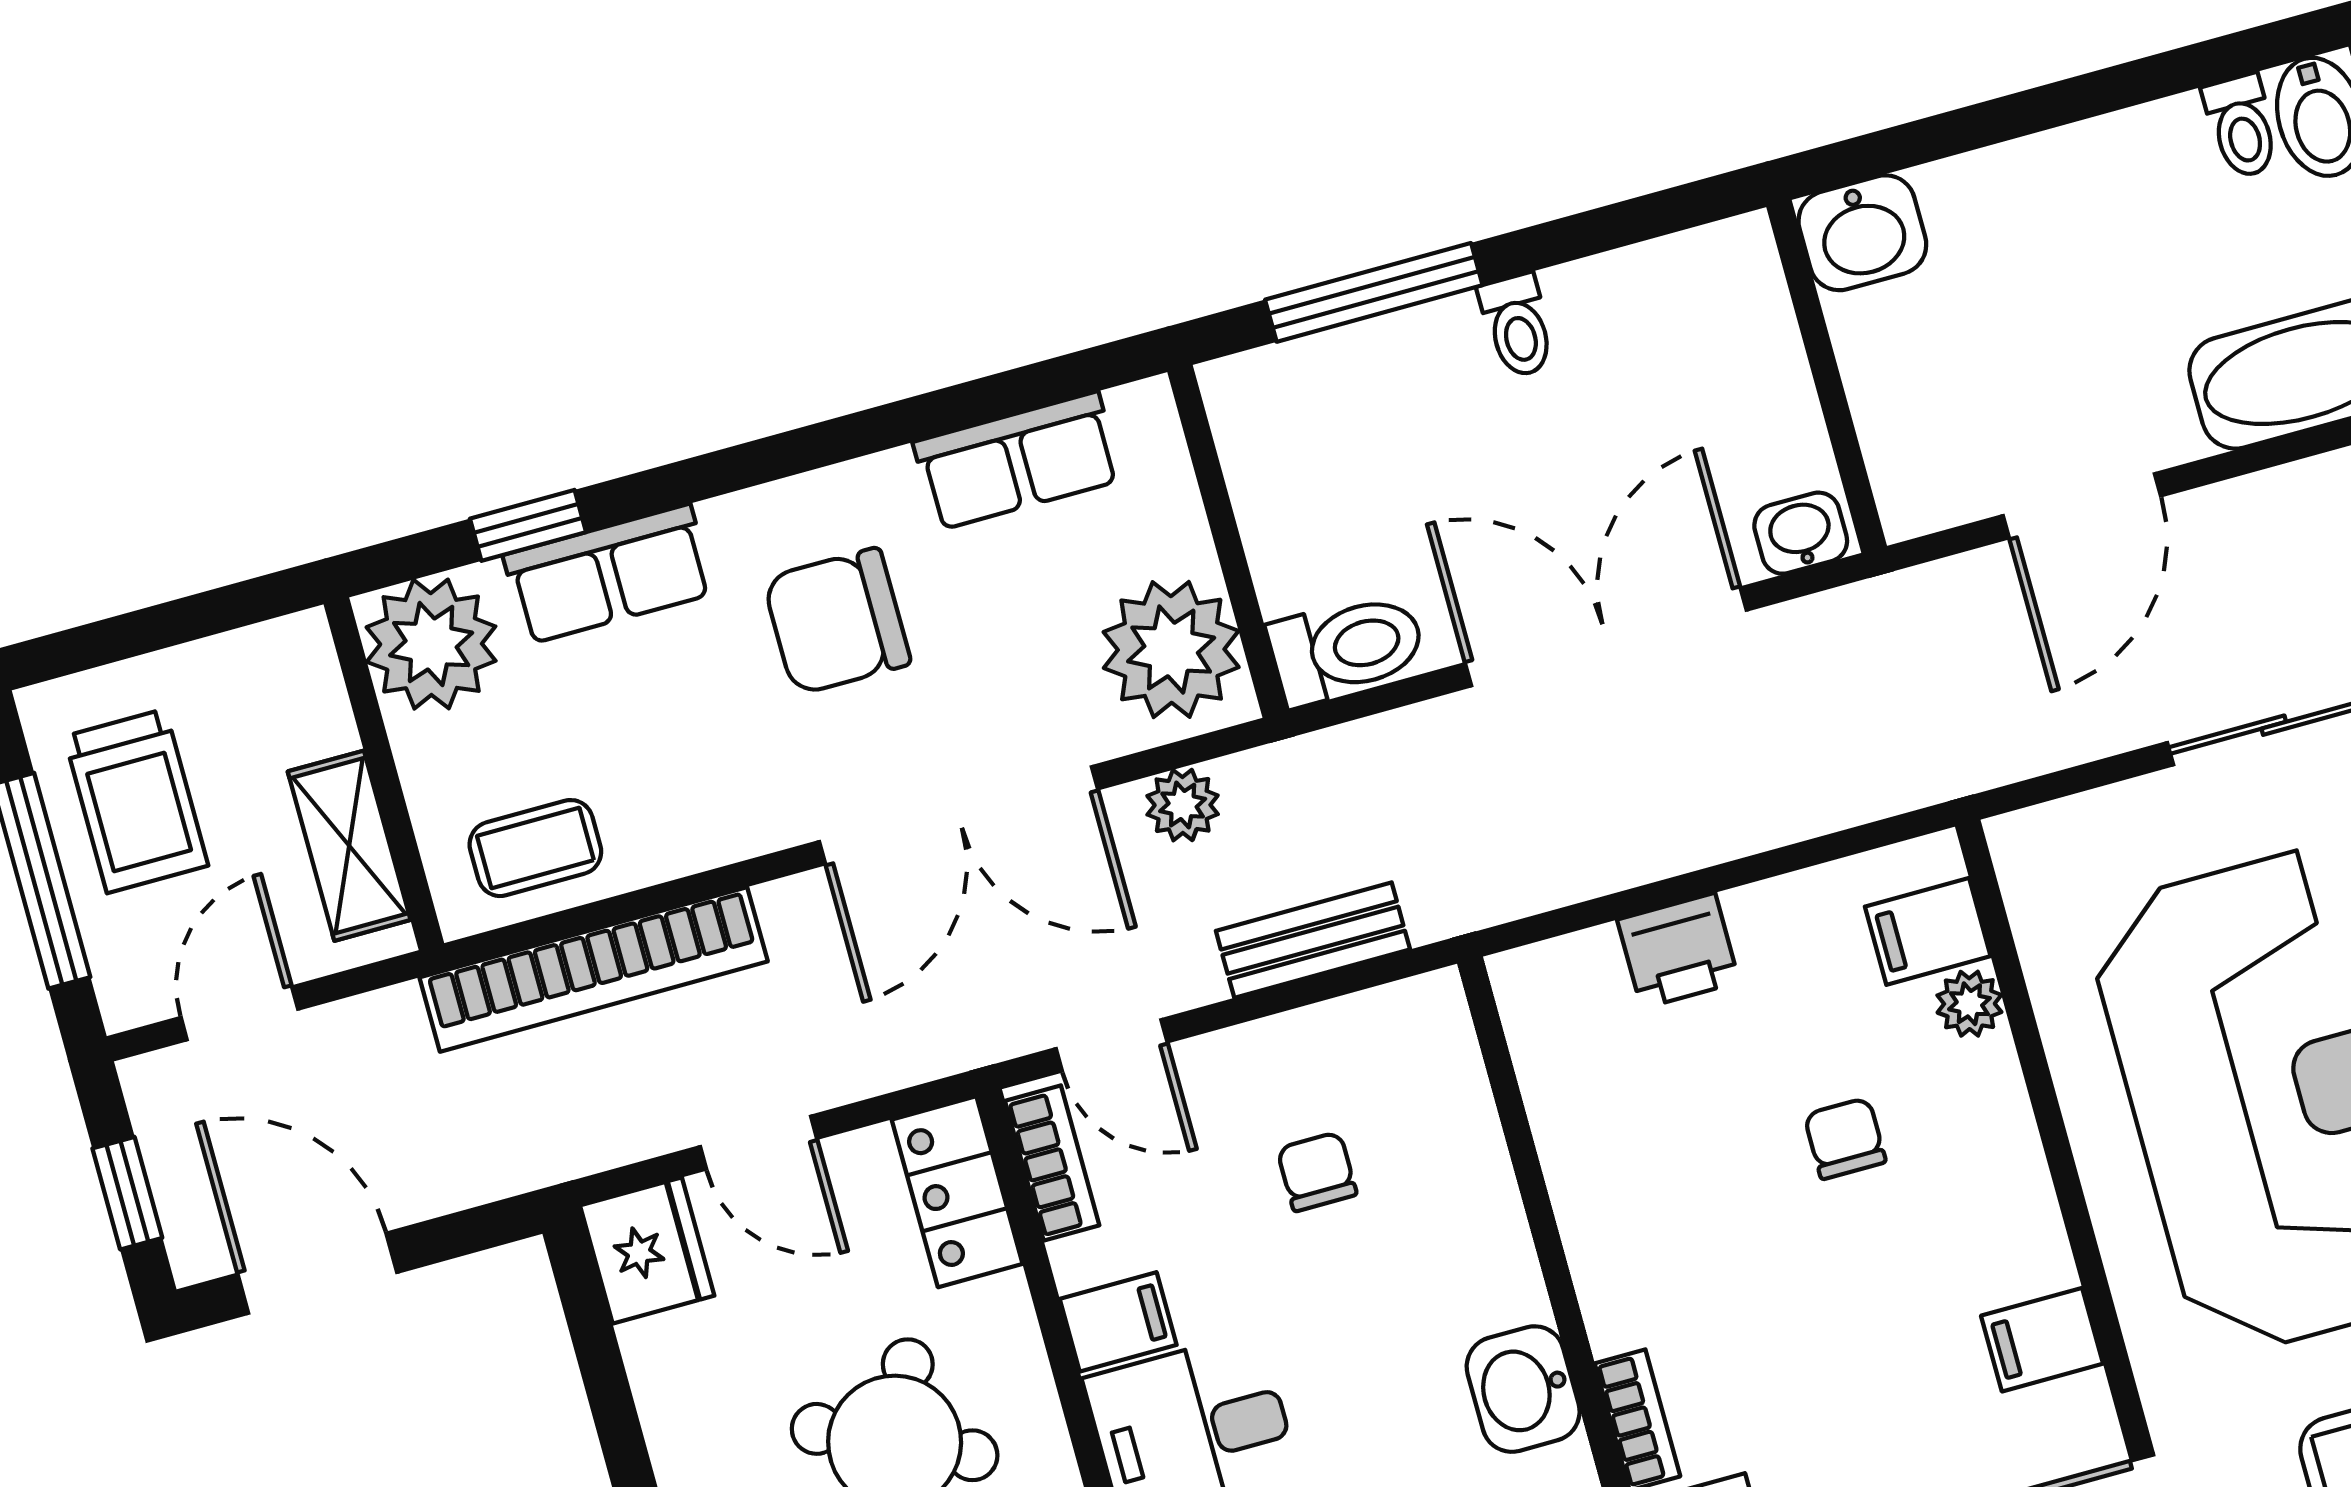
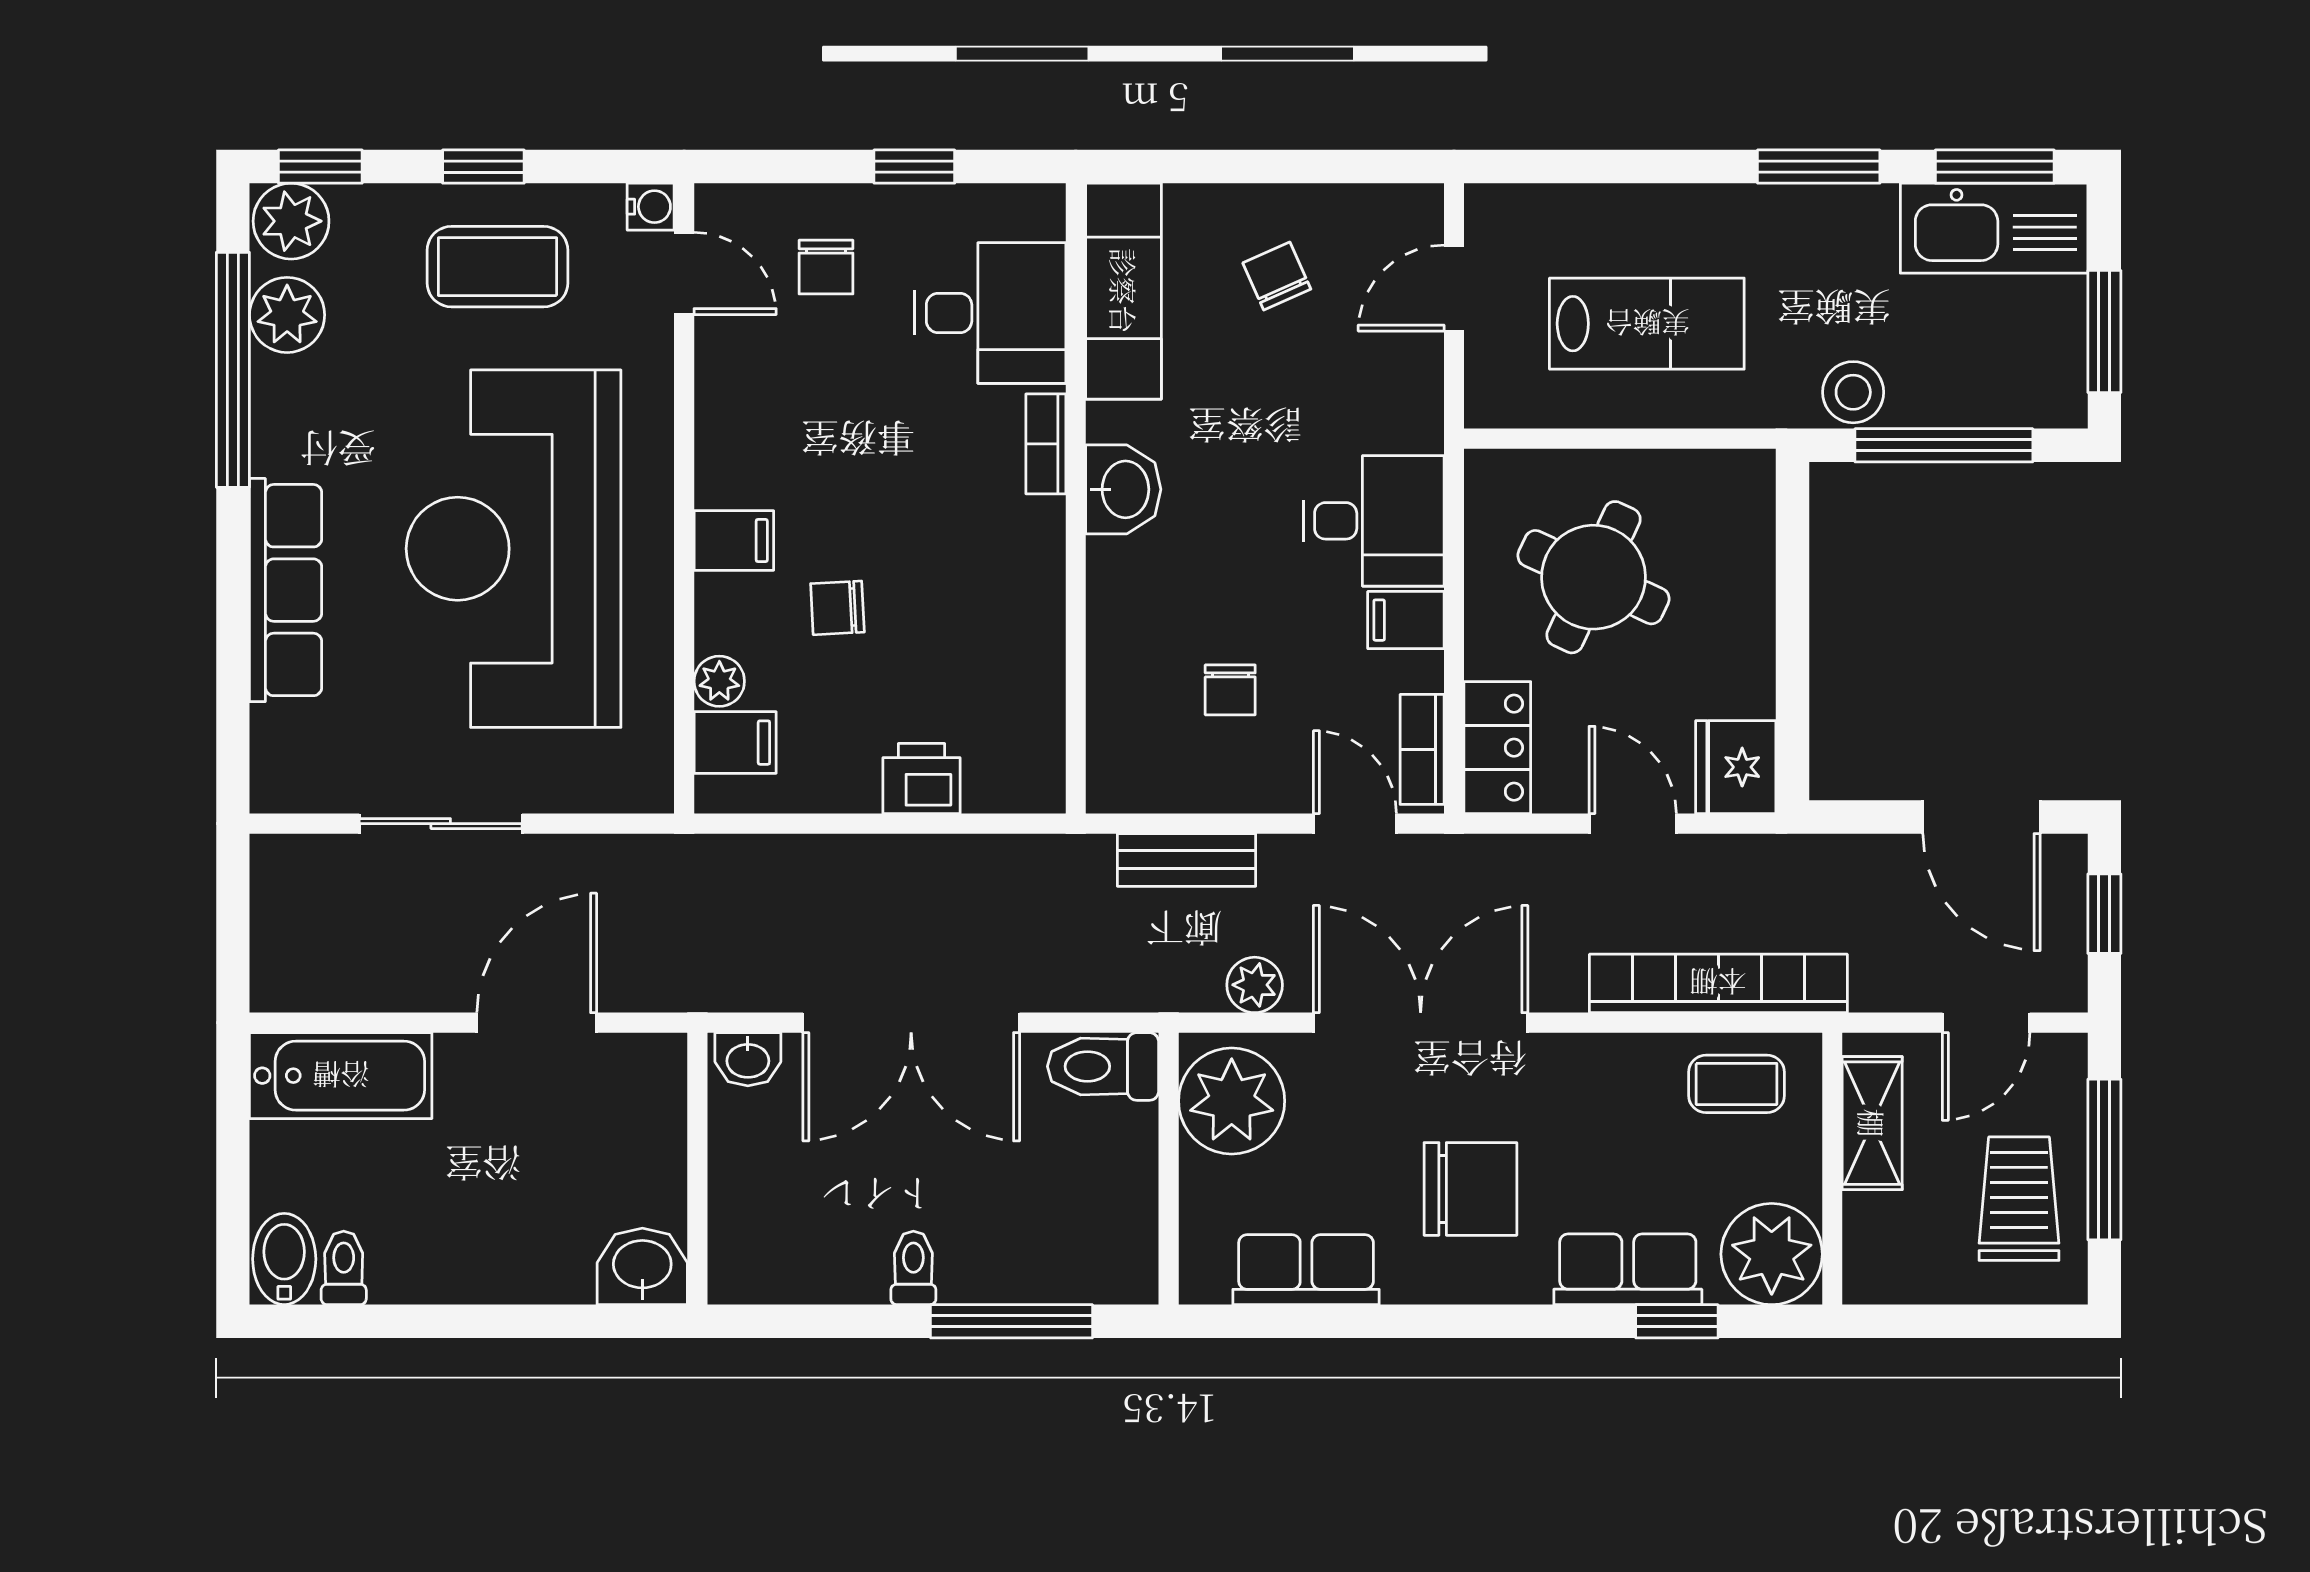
chair: (1845, 1138) -> (837, 608), turned 87
filing cabinet: (2042, 1340) -> (734, 541), moved

